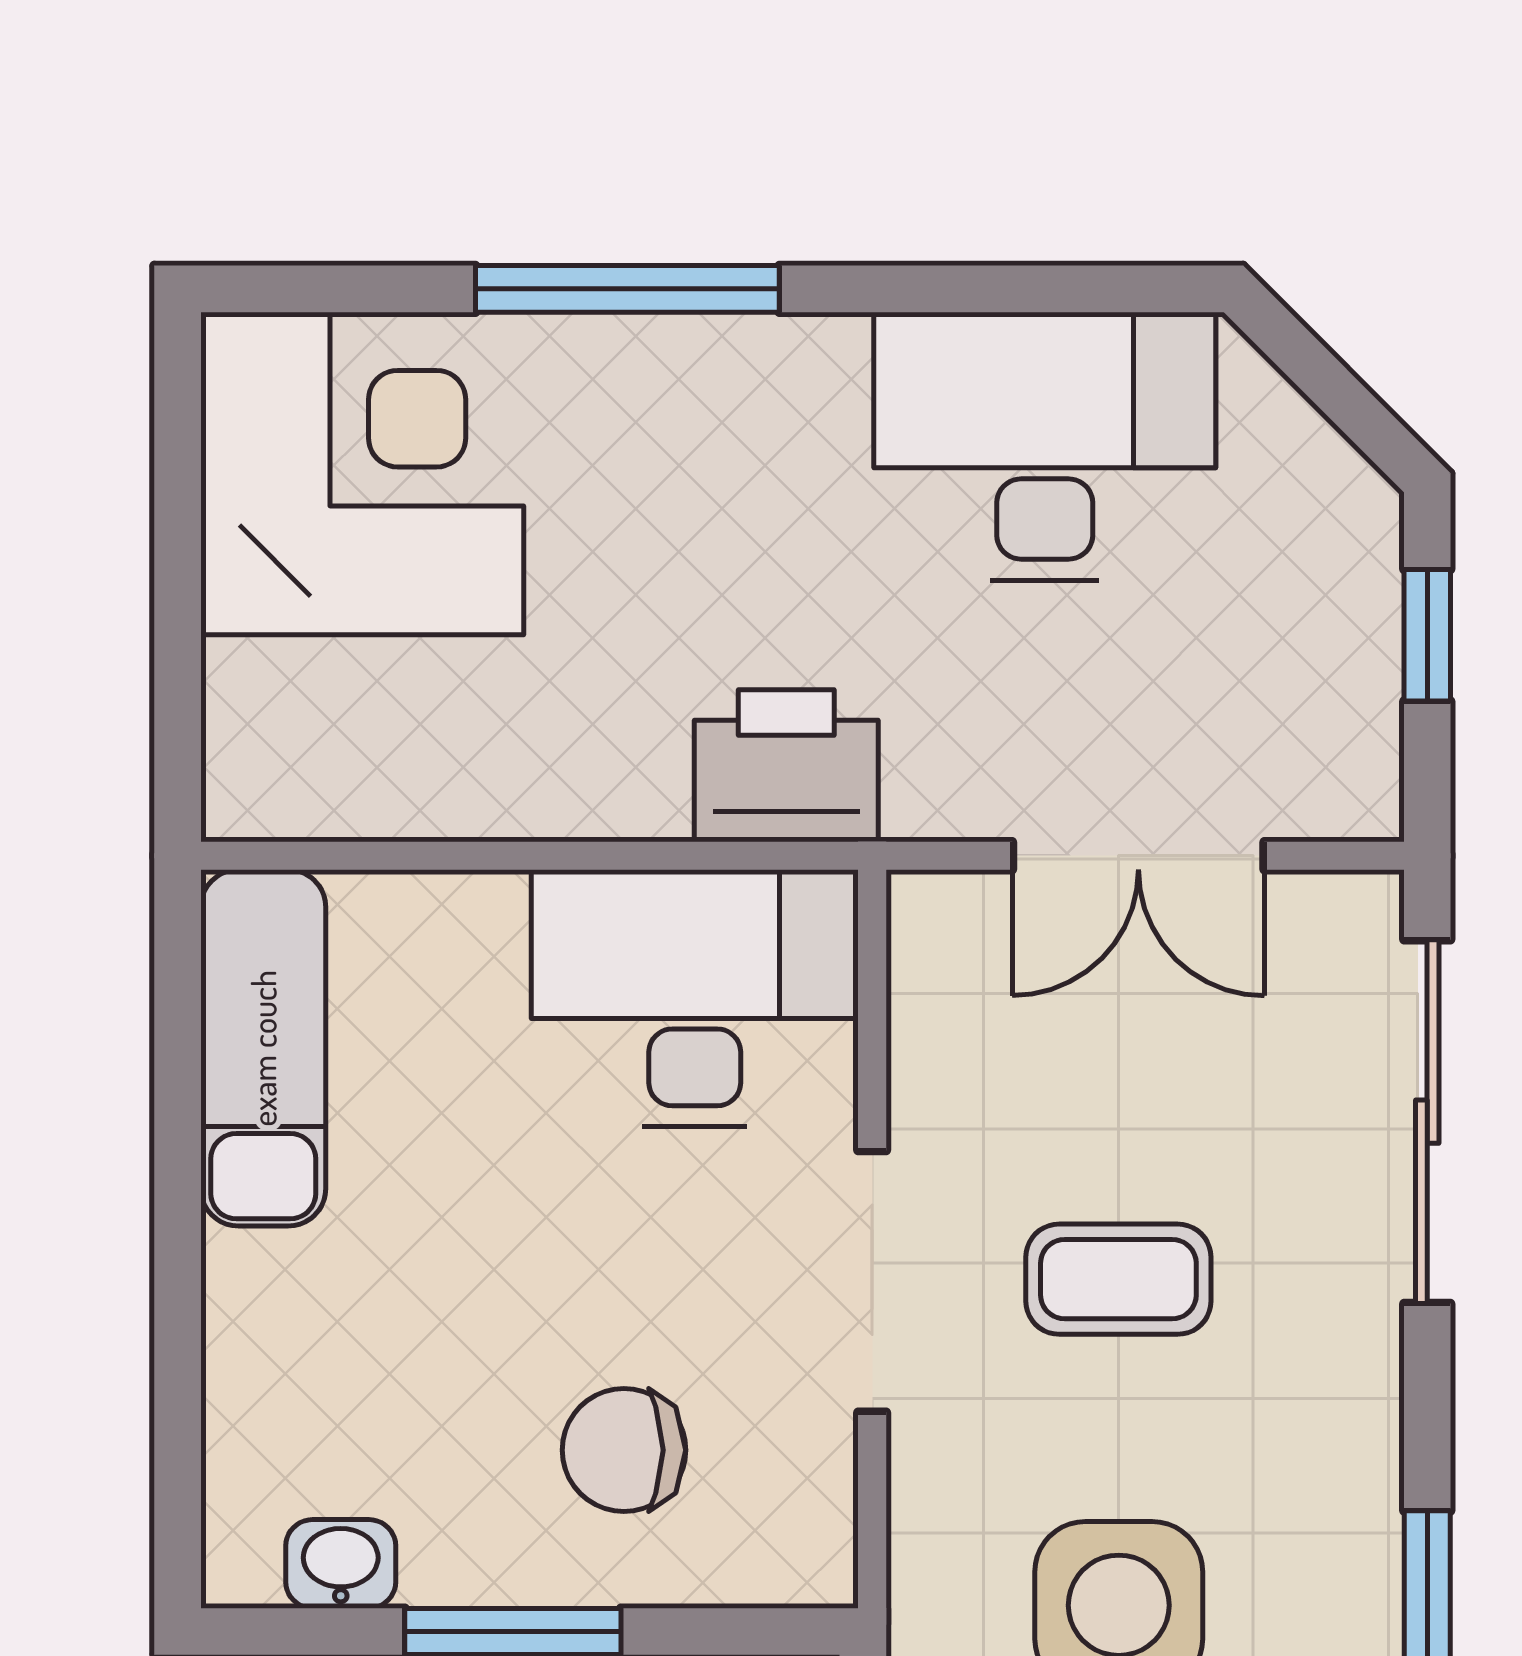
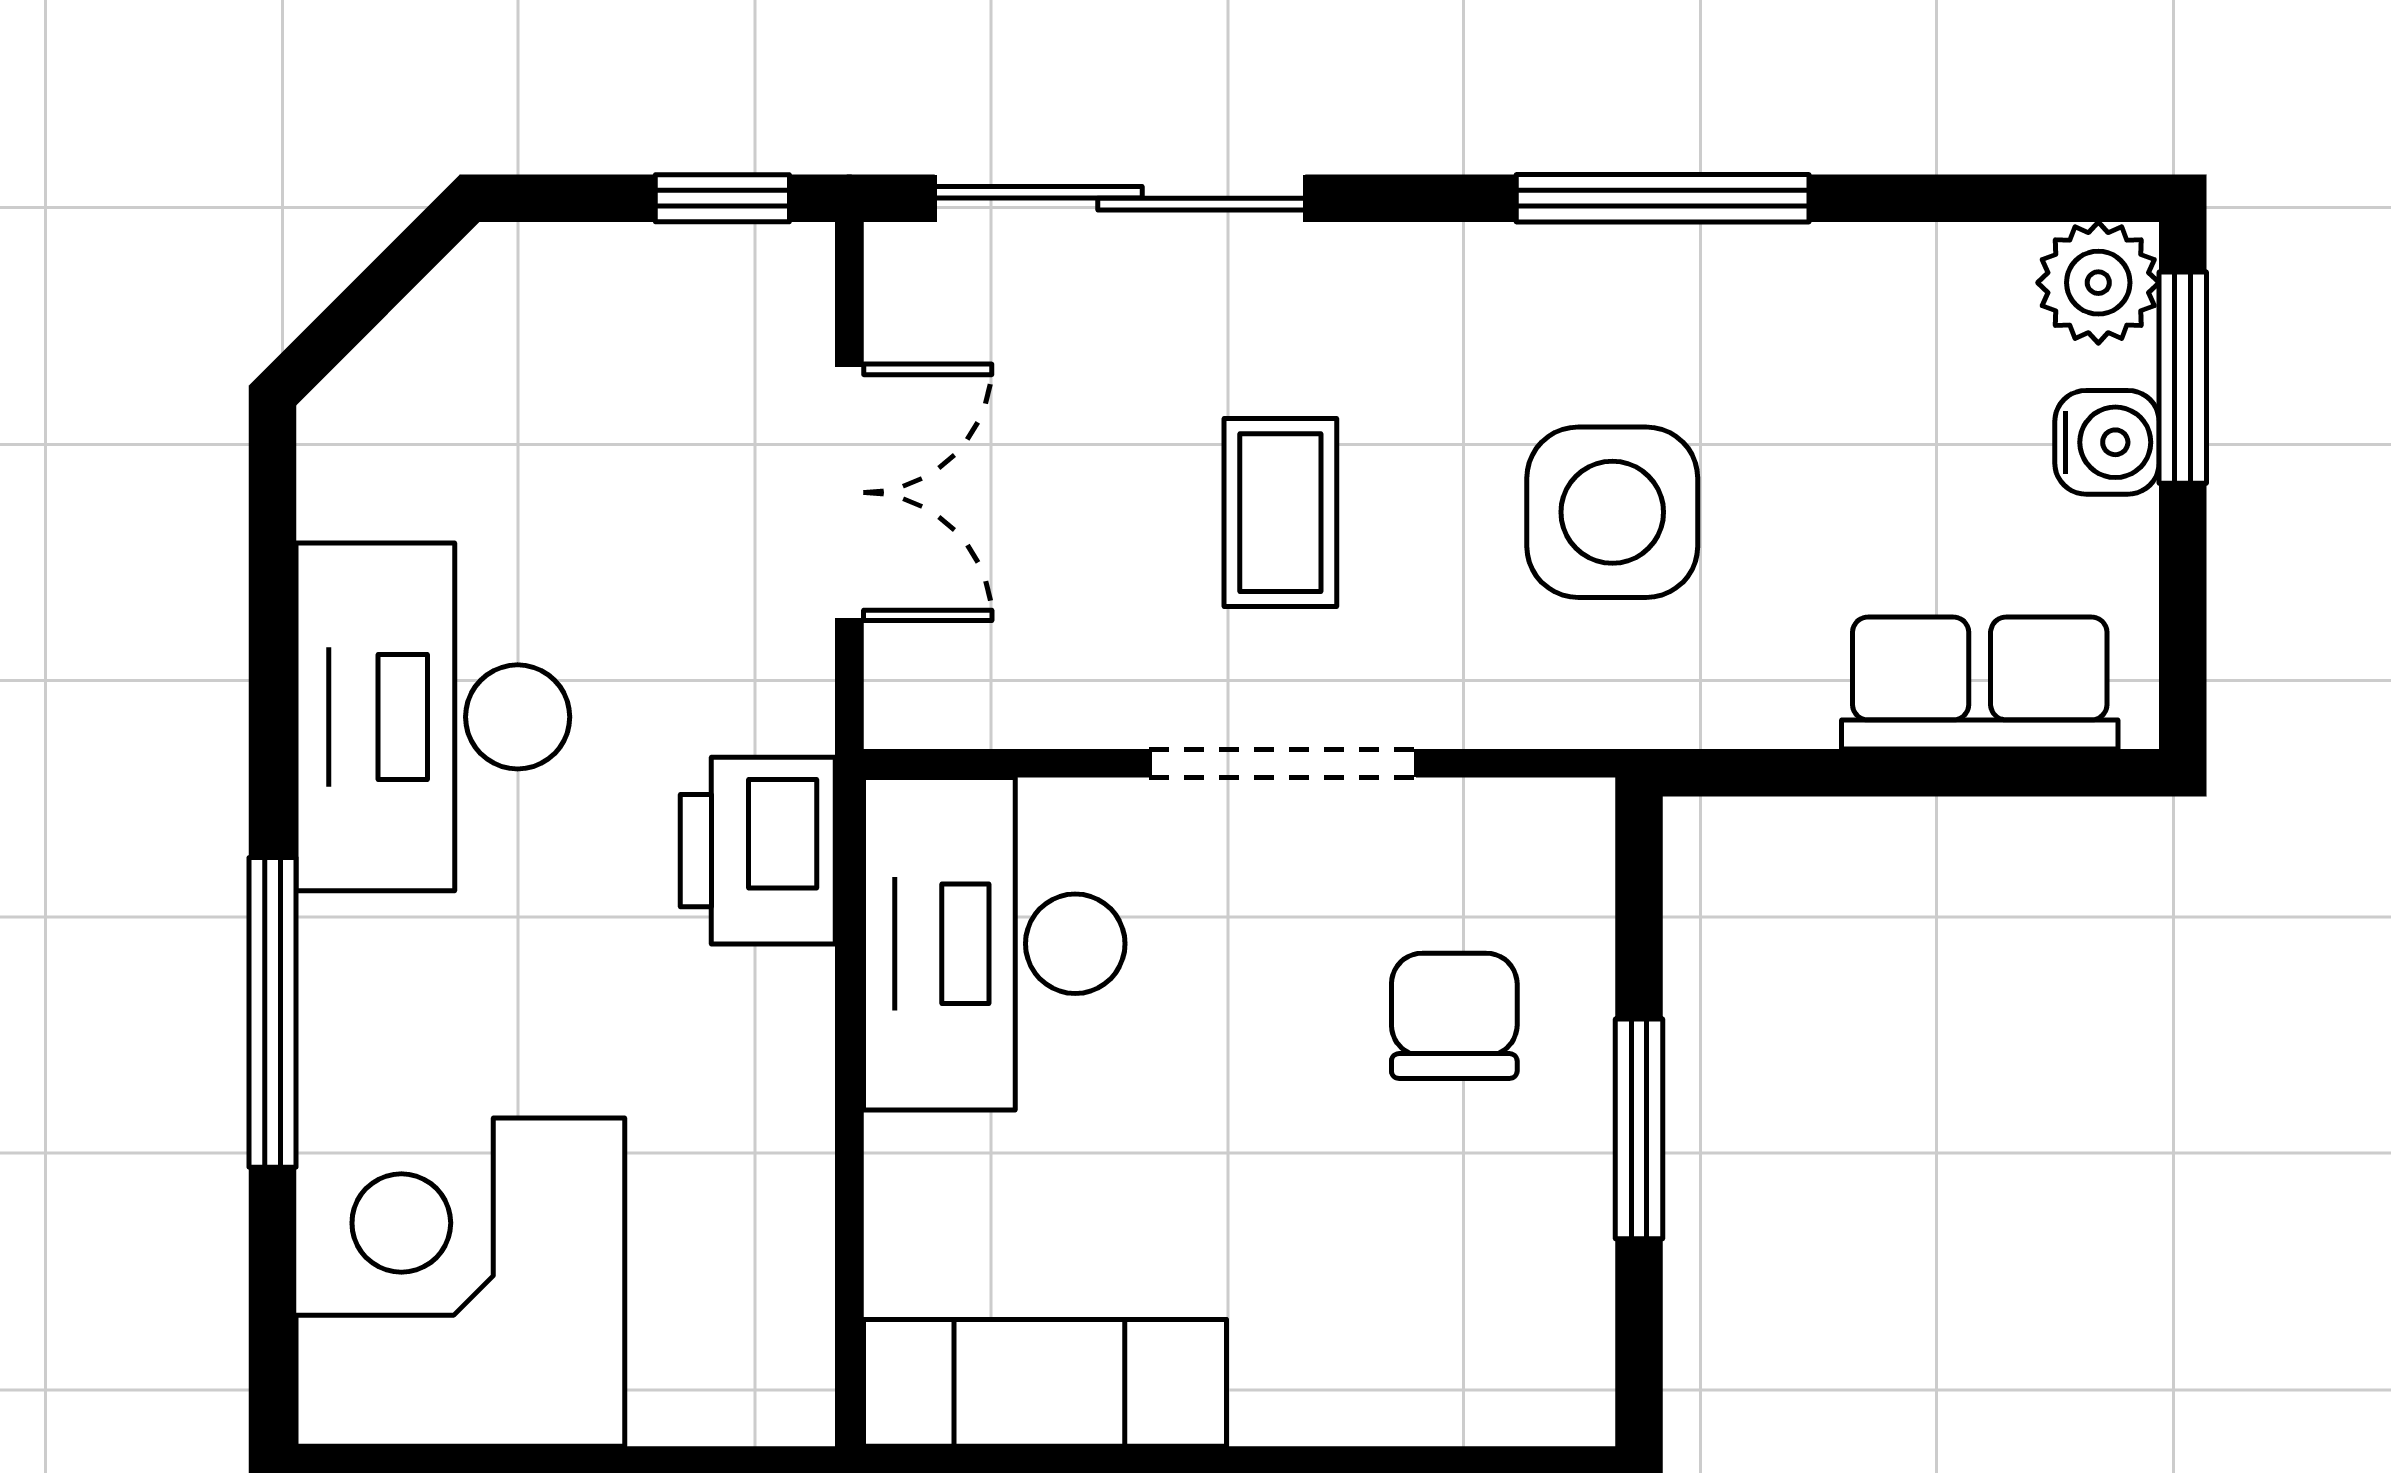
desk: (1045, 446) -> (433, 717), moved
window: (1427, 635) -> (722, 198), moved
chair: (624, 1450) -> (1454, 1016), turned 180
washbasin: (341, 1564) -> (1570, 1304), removed

